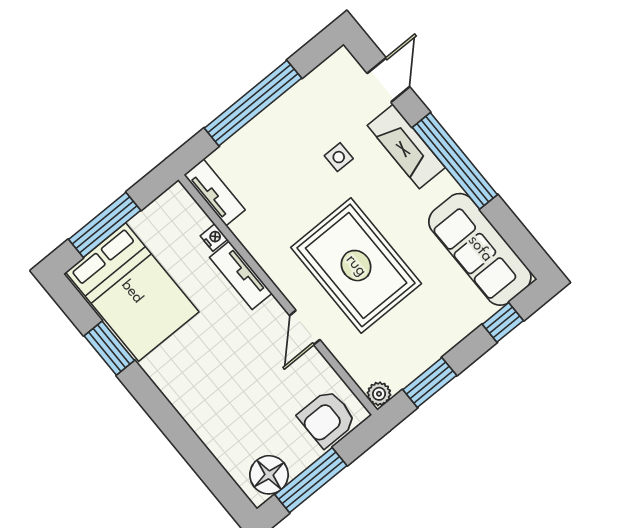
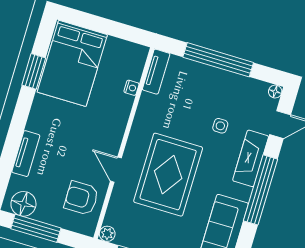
floor lamp: (342, 58) -> (275, 92), added
window: (105, 225) -> (98, 24), removed
tv unit: (241, 275) -> (26, 154), moved, turned 180
door: (305, 328) -> (116, 170), hinge flipped
armchair: (327, 418) -> (81, 198), moved

